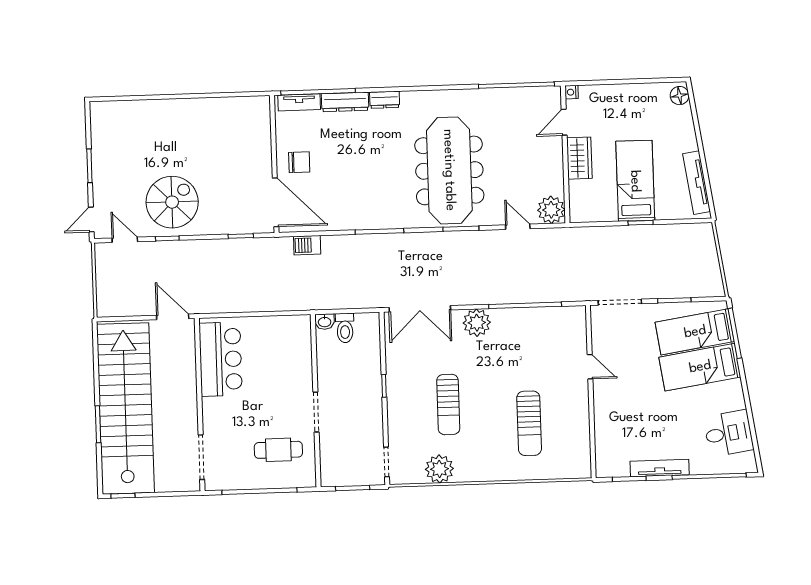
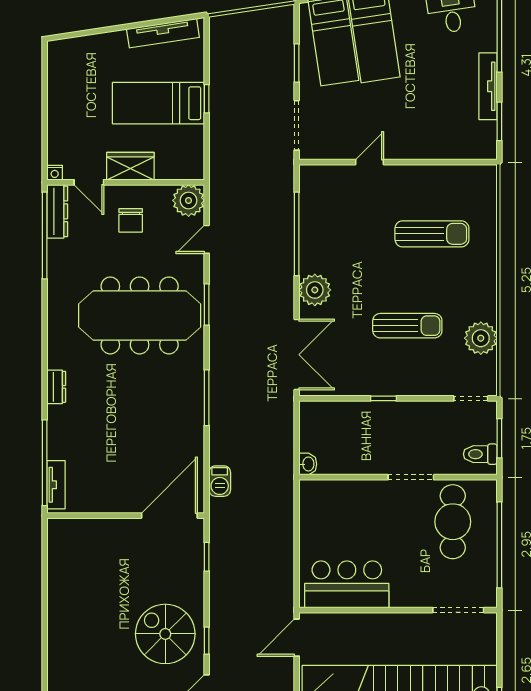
floor lamp: (680, 96) -> (63, 49), removed
dresser: (345, 102) -> (57, 211), moved
chair: (299, 162) -> (131, 220), moved, turned 180
toilet: (345, 328) -> (480, 454), moved, turned 180
cafe table: (278, 450) -> (453, 522), width x1.37, depth x1.35

